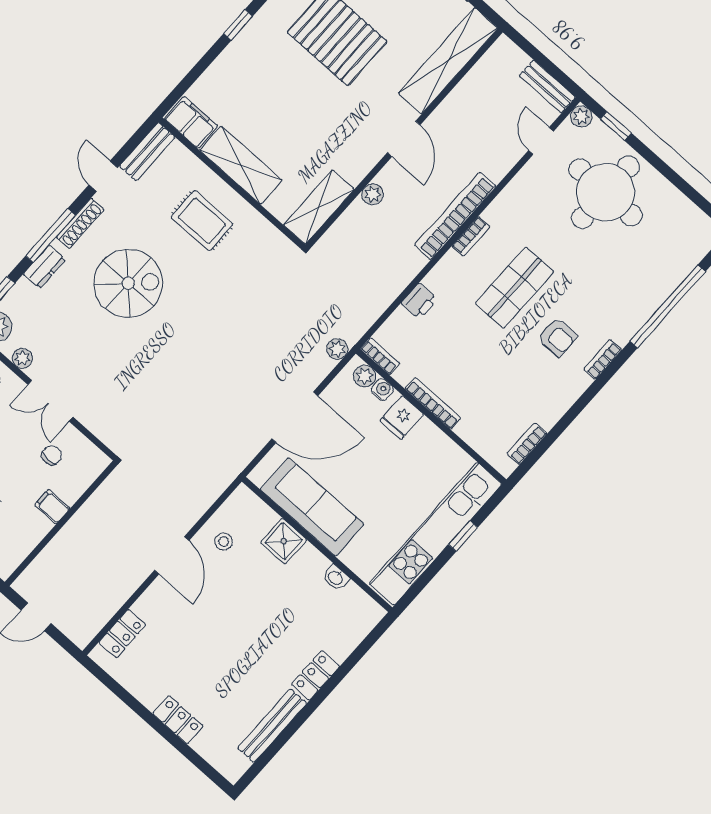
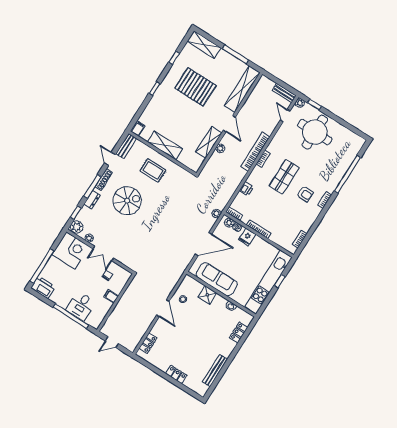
filing cabinet: (191, 122) -> (138, 129), width x0.50
shelving: (319, 207) -> (209, 142), moved
locker: (315, 675) -> (239, 333), moved

